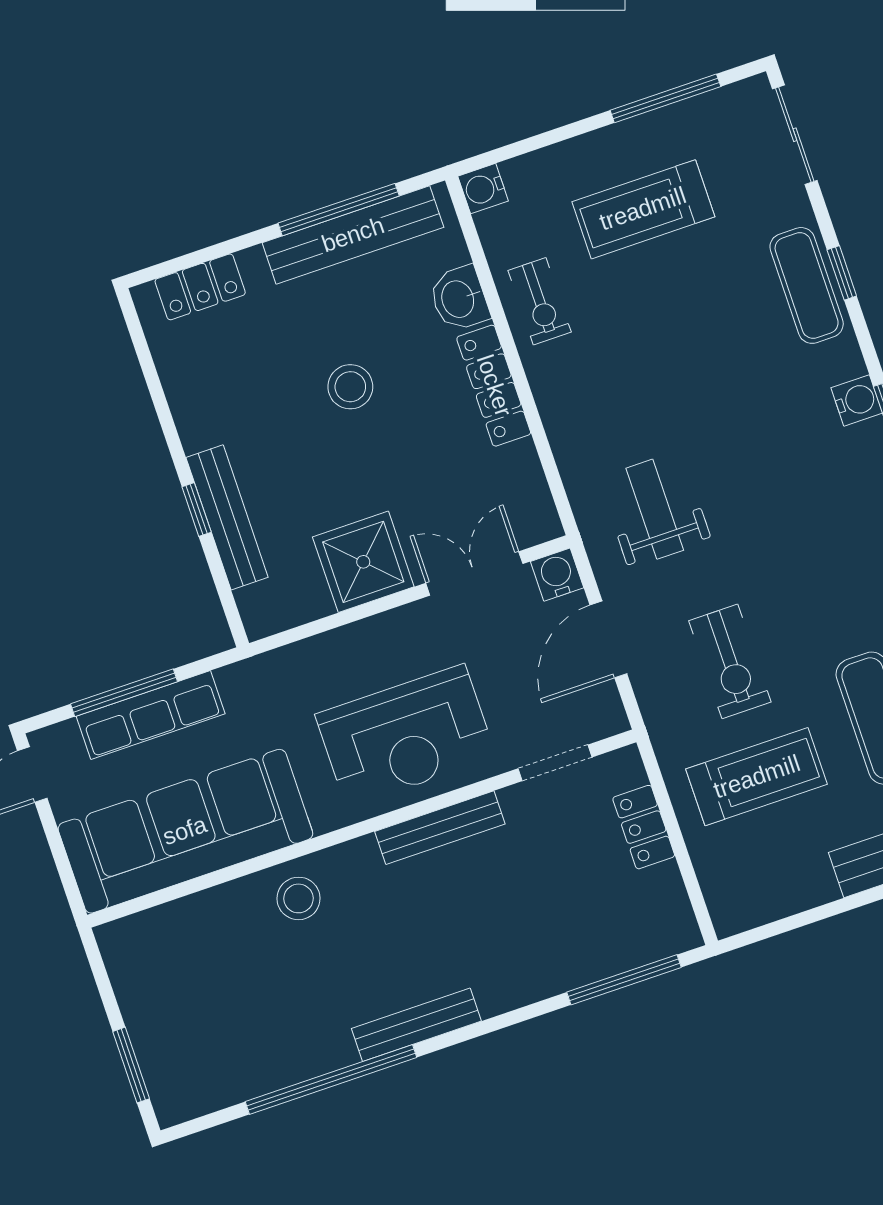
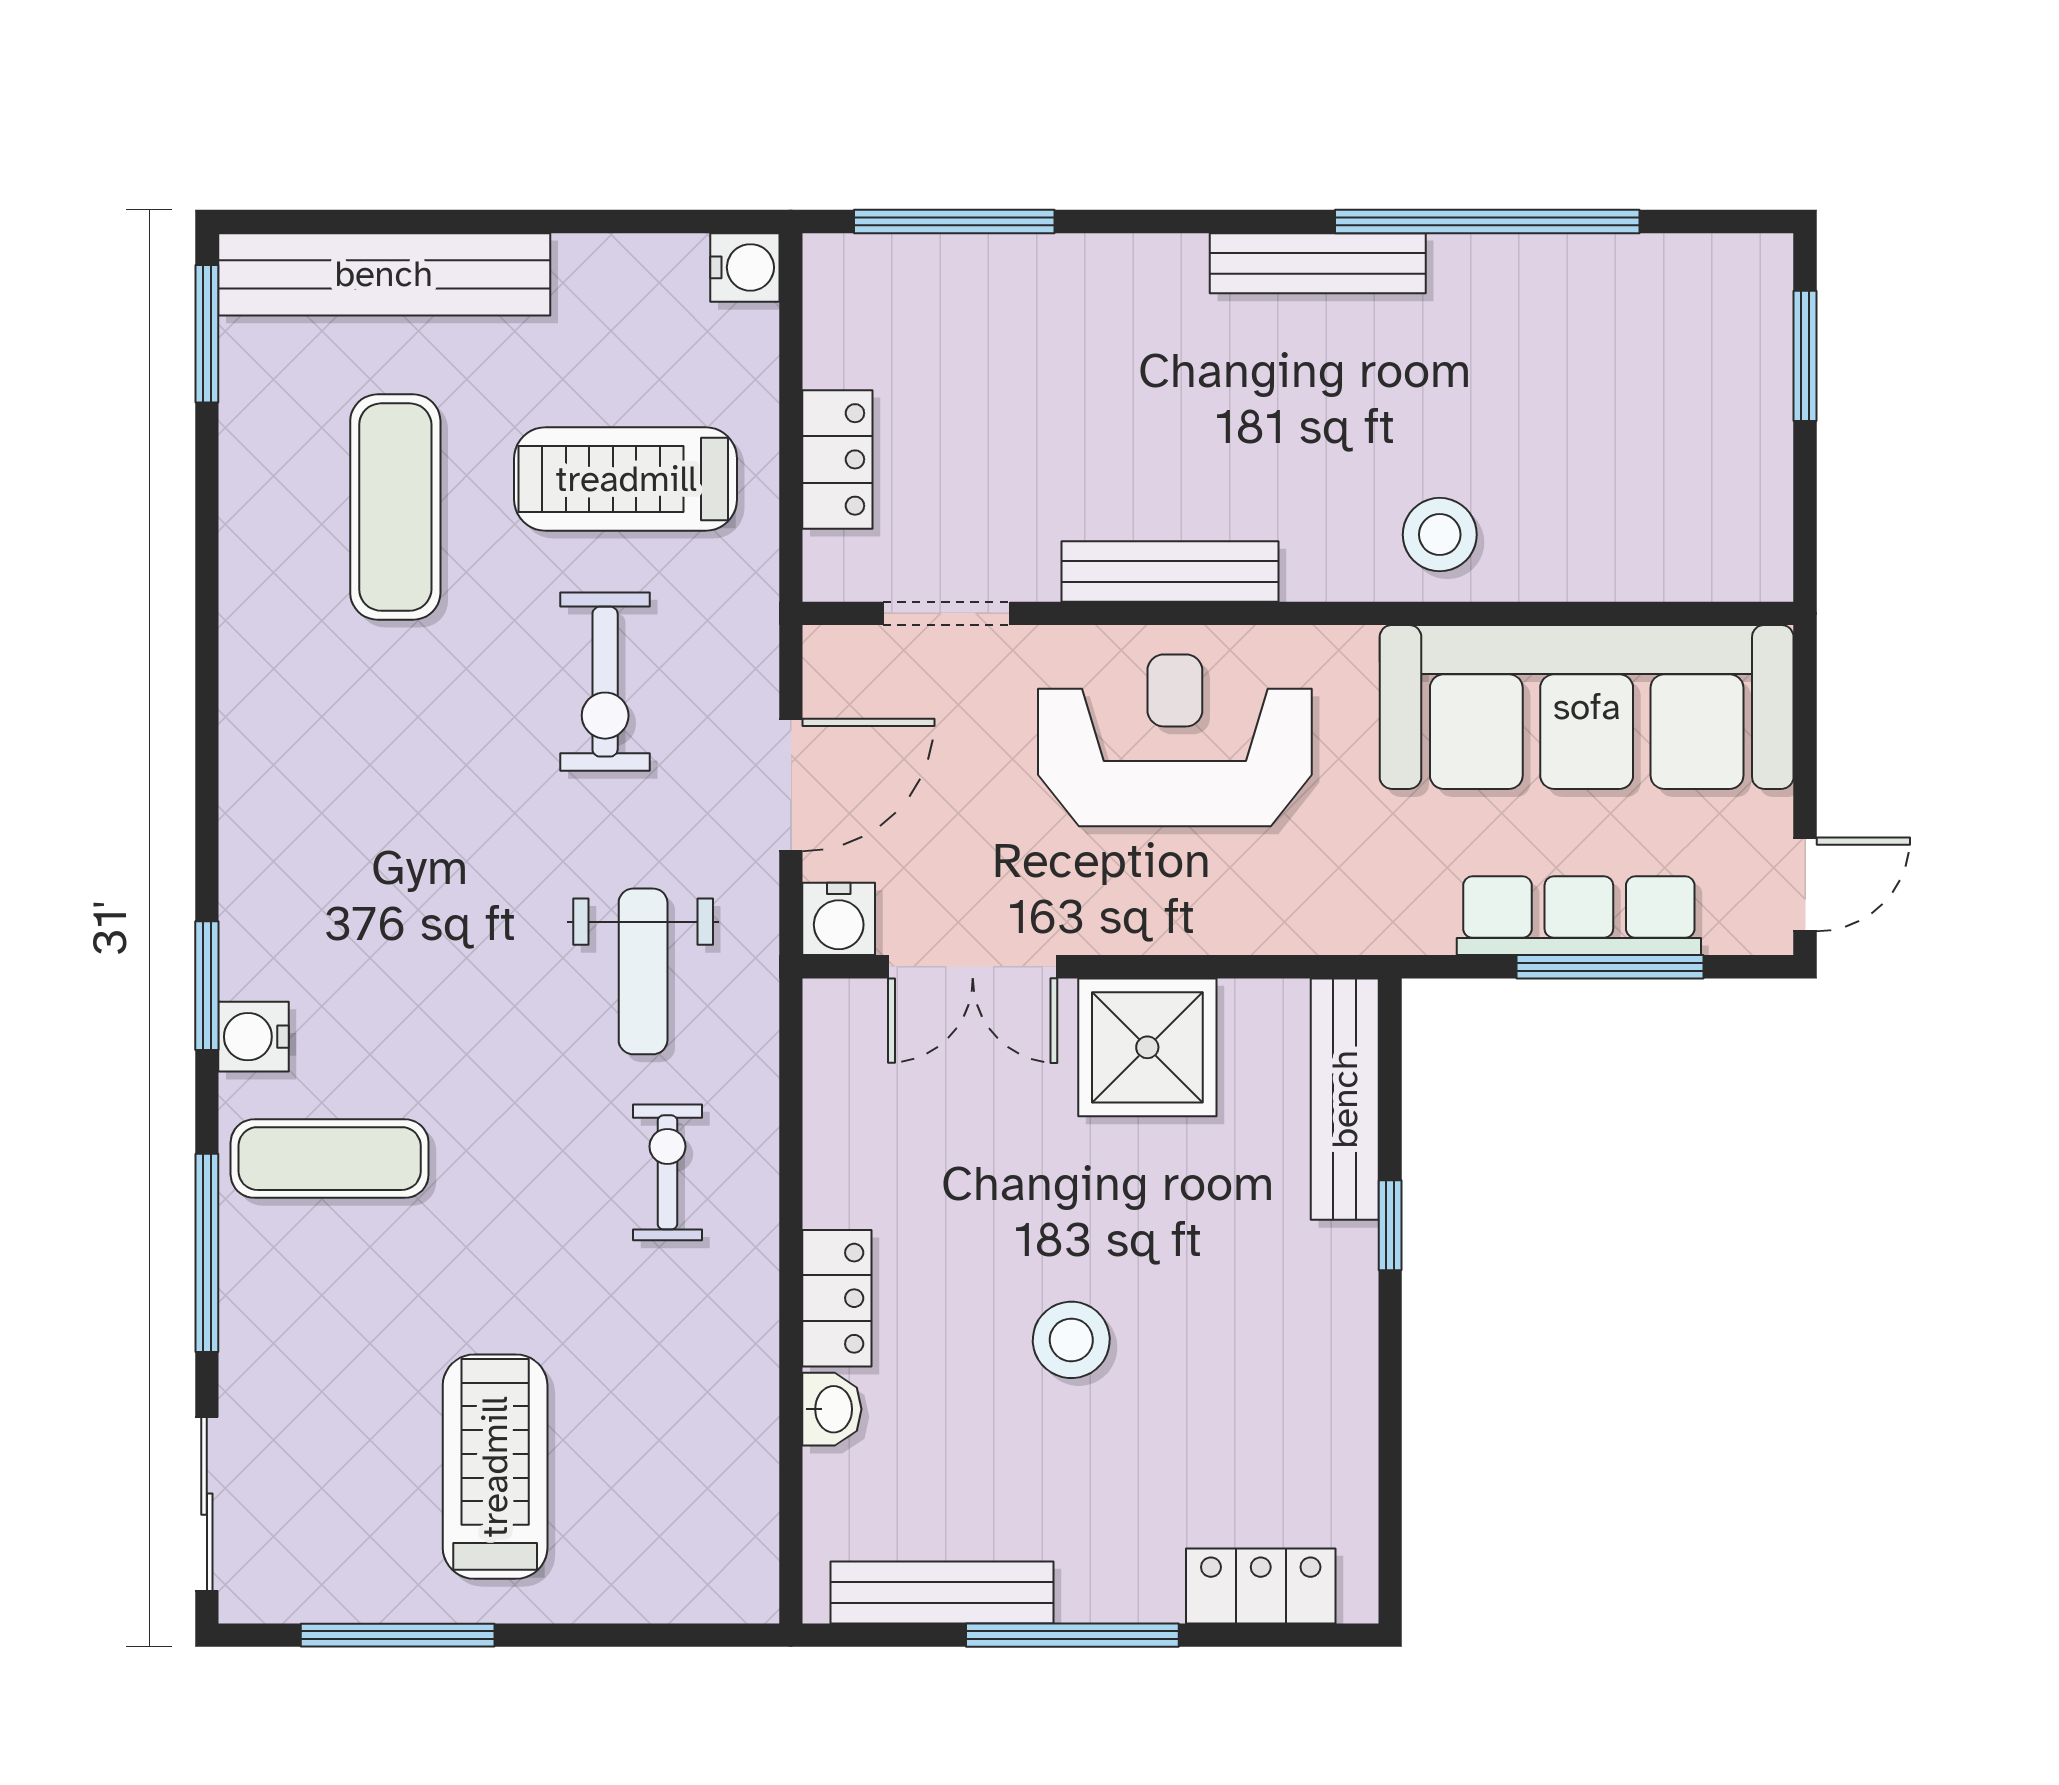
water cooler: (483, 189) -> (745, 267), moved
treadmill: (643, 209) -> (495, 1467), turned -90
window: (339, 210) -> (1072, 1635), moved
bench: (353, 235) -> (942, 1592), width x0.73, depth x0.82
window: (842, 273) -> (207, 1253), width x2.17
exercise mat: (807, 285) -> (330, 1159), moved, turned 90
washbasin: (459, 299) -> (832, 1409), width x0.72, depth x0.69
exercise bike: (540, 301) -> (667, 1172), moved
locker: (494, 386) -> (837, 1298), width x0.66
bench: (227, 517) -> (1345, 1099), moved
exercise bike: (730, 661) -> (605, 682), turned 180

